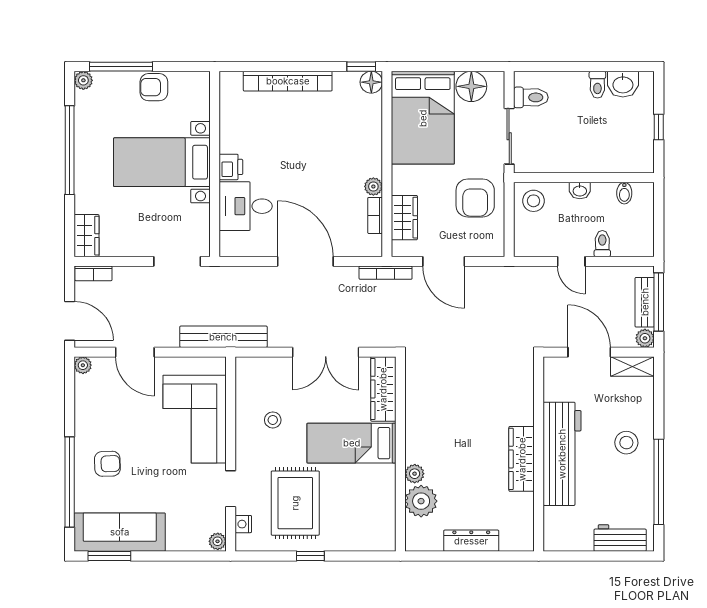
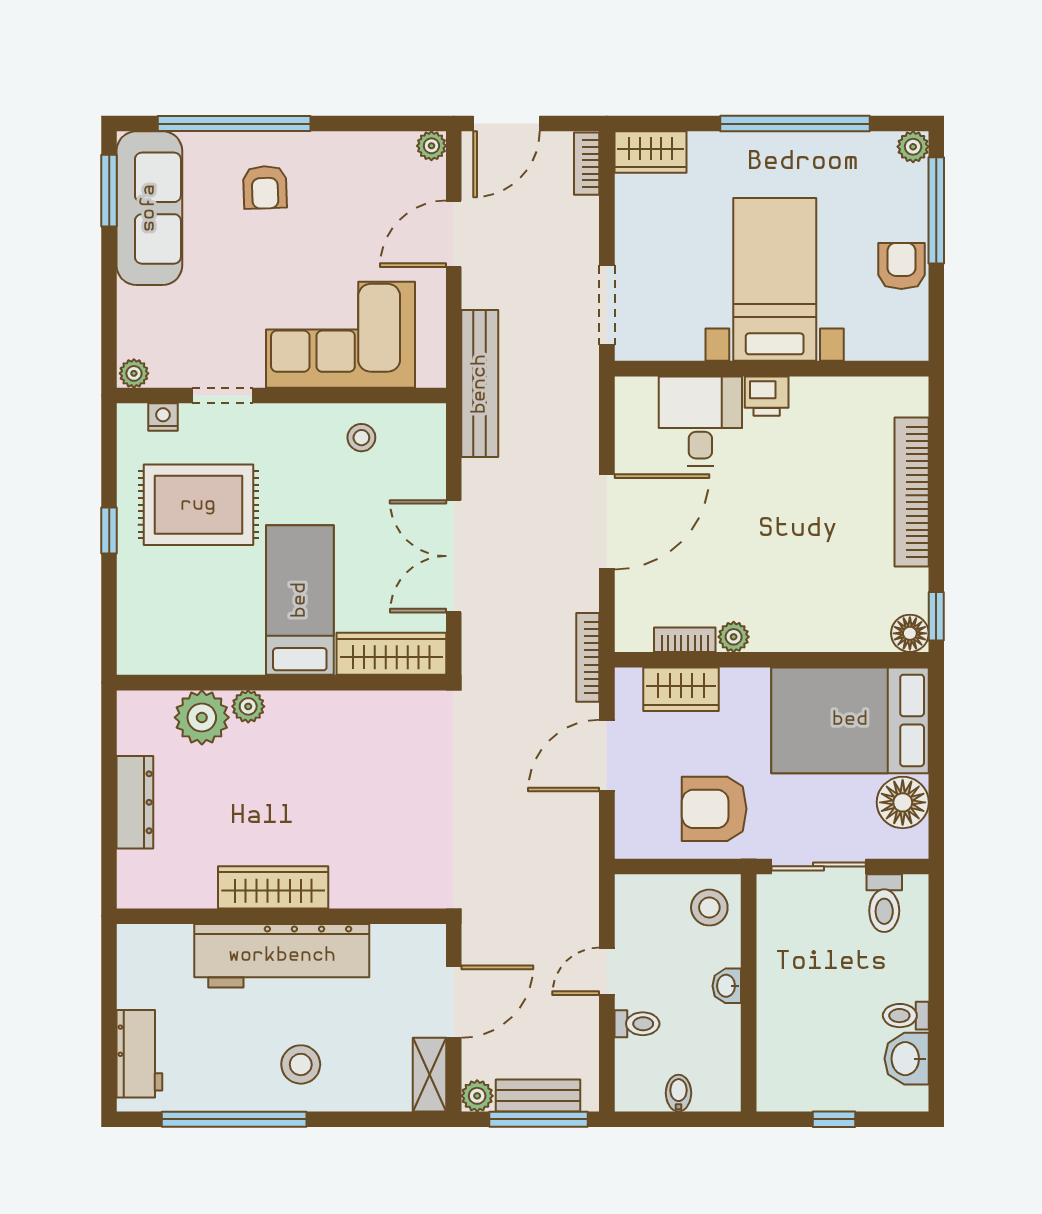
bidet: (624, 193) -> (679, 1093), moved, turned 90
stool: (273, 420) -> (361, 438), moved

